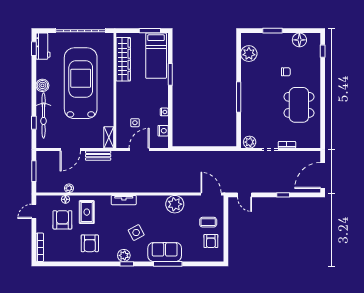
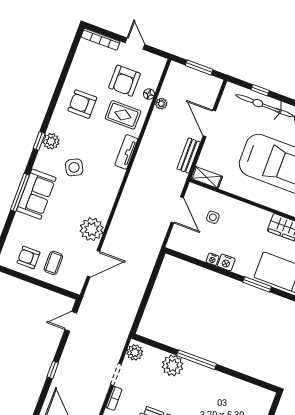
plant: (249, 54) -> (173, 365), moved
nightstand: (163, 131) -> (226, 262), moved
door: (211, 194) -> (93, 264), moved
tv unit: (124, 200) -> (126, 152), moved
door: (34, 211) -> (135, 44), moved
armchair: (62, 220) -> (125, 81), turned 90

